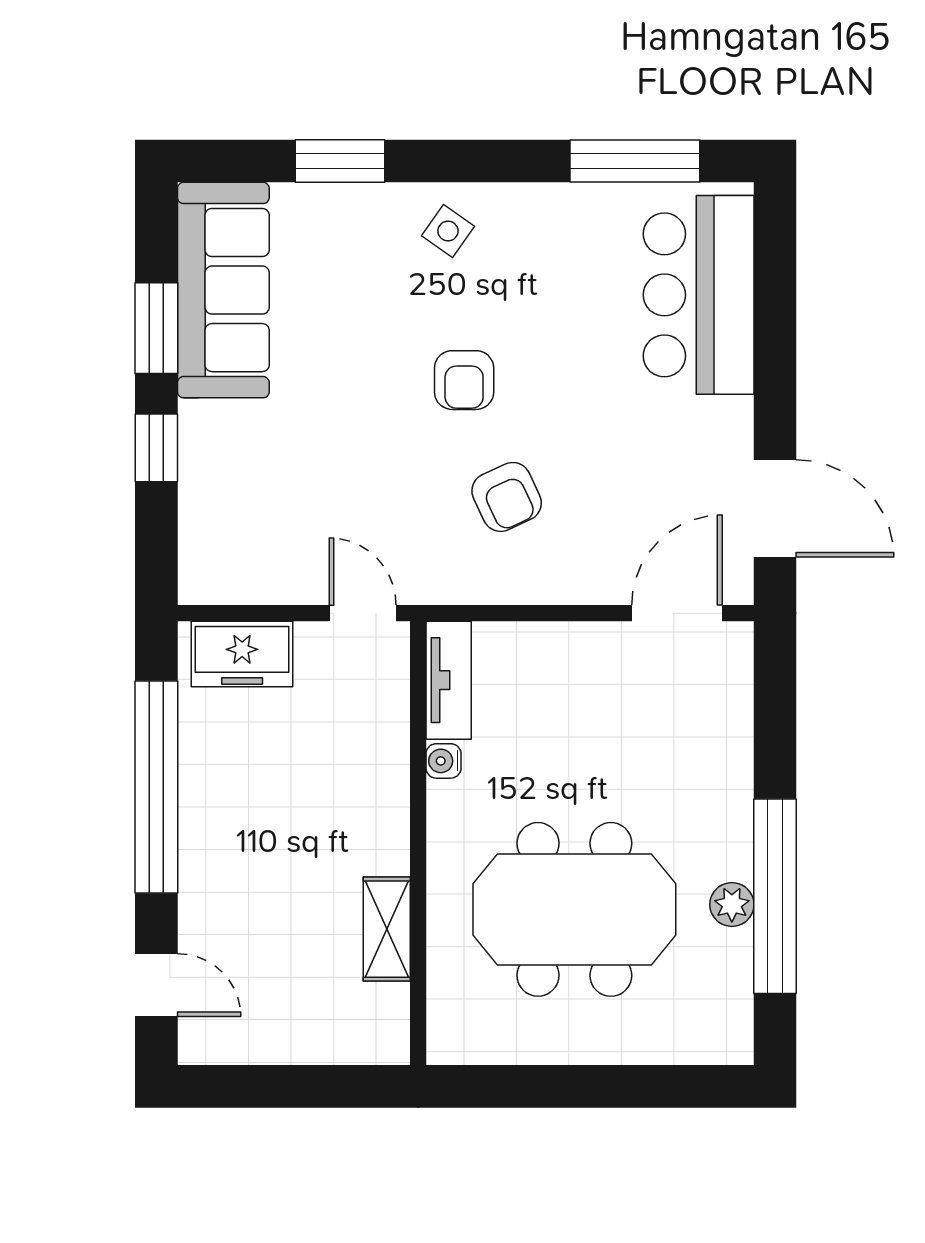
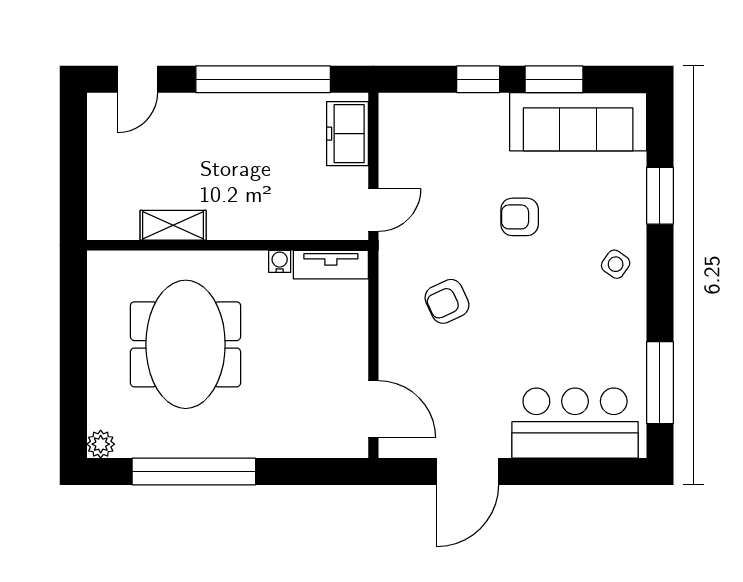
armchair: (464, 380) -> (520, 217), moved
door: (775, 508) -> (468, 471), moved
plant: (732, 905) -> (101, 444), moved

